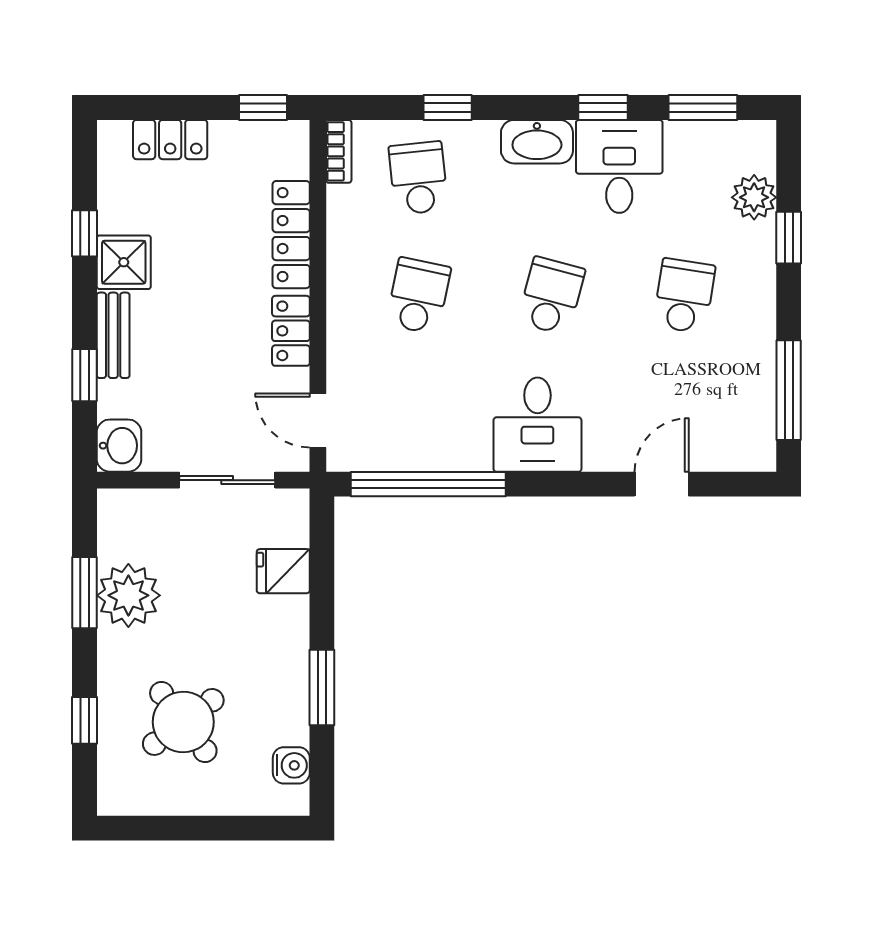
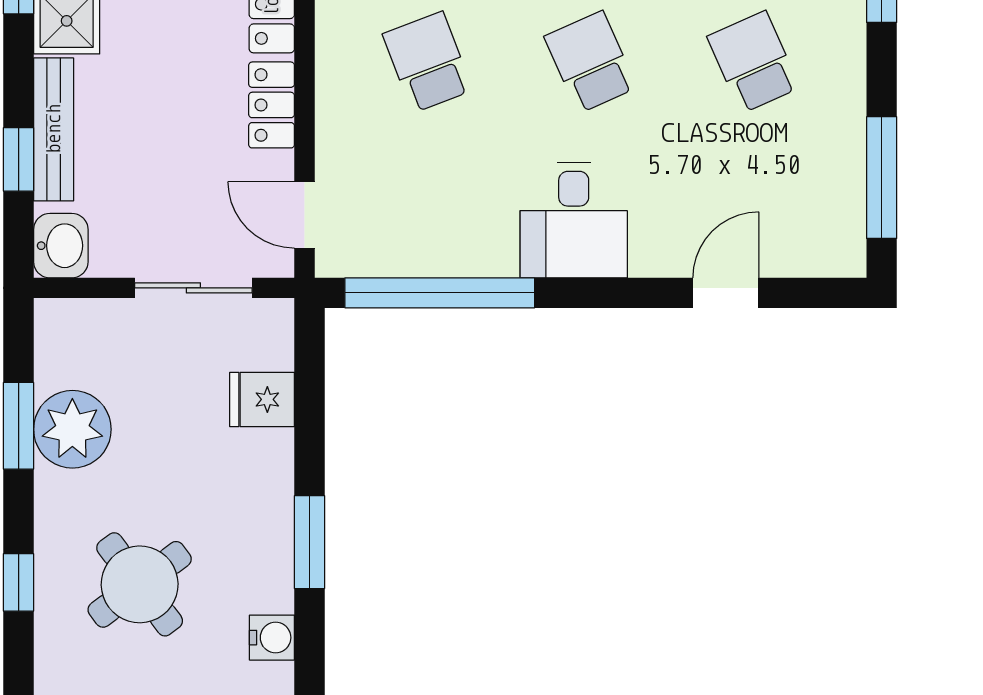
school desk: (418, 296) -> (428, 62), turned -33
school desk: (551, 296) -> (591, 62), turned -39
school desk: (684, 296) -> (753, 62), turned -33
bench: (113, 335) -> (54, 129), width x1.36

